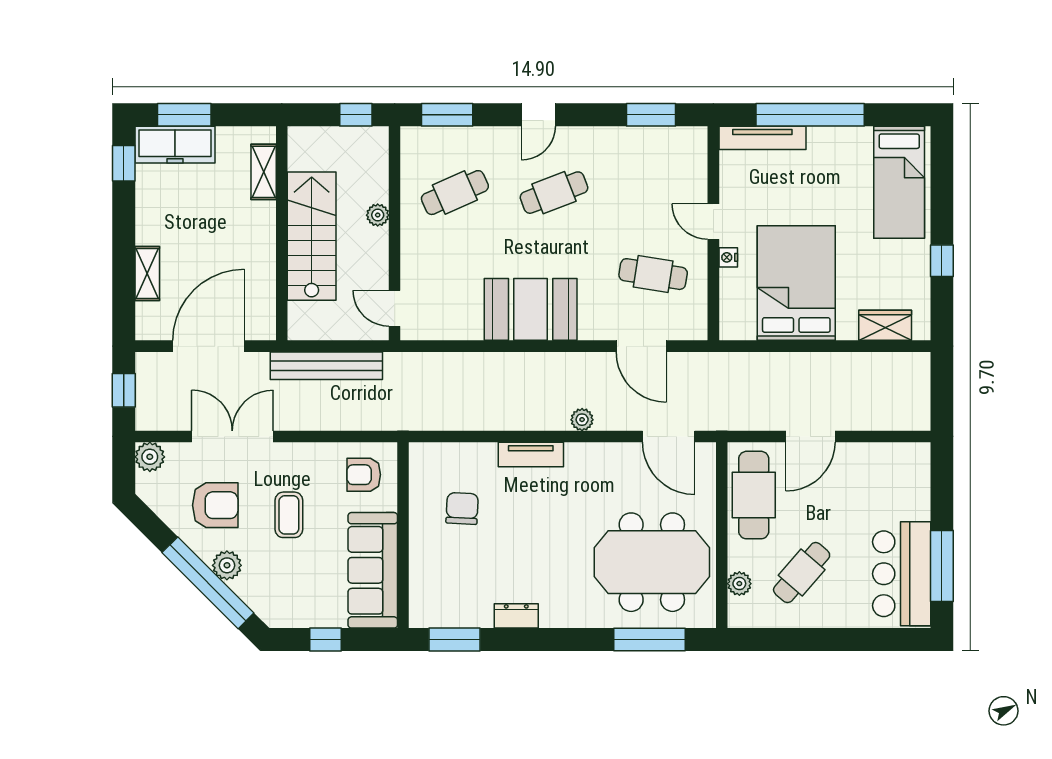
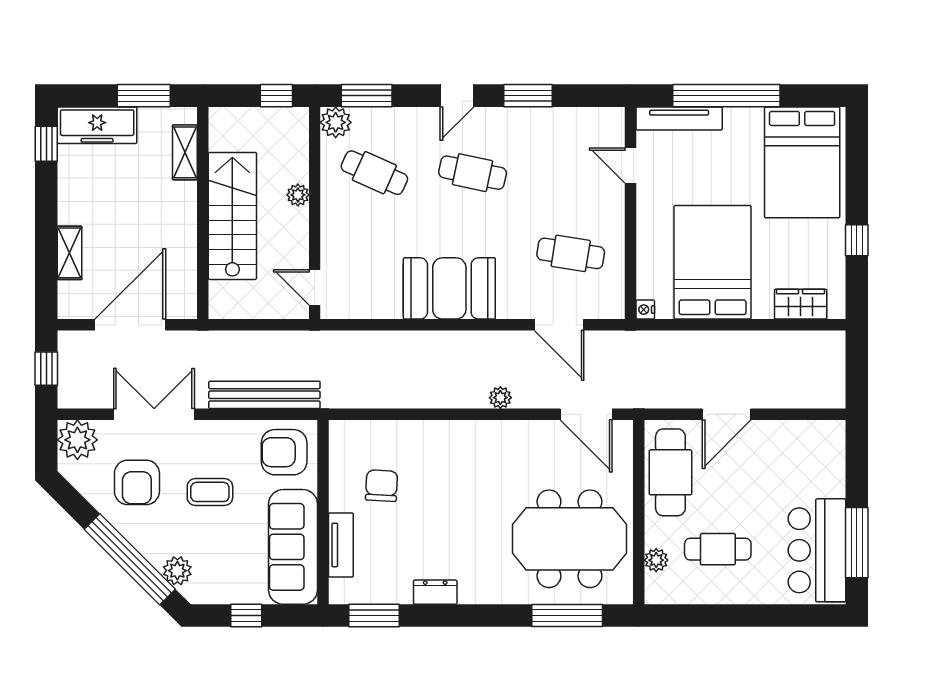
window: (184, 115) -> (144, 96), moved
window: (651, 115) -> (528, 96), moved
plant: (416, 142) -> (336, 122), added
bed: (899, 182) -> (802, 162), width x1.50
cafe table: (455, 193) -> (374, 173), turned 48
cafe table: (554, 193) -> (473, 173), turned 33
door: (713, 222) -> (630, 165), moved
nightstand: (728, 257) -> (645, 310), moved
bench: (326, 366) -> (264, 395), moved
tv unit: (531, 454) -> (341, 545), moved, turned -90
plant: (150, 457) -> (77, 440), width x1.36, depth x1.36
armchair: (364, 475) -> (284, 452), width x1.38, depth x1.38
armchair: (215, 505) -> (137, 482), turned 90
coffee table: (289, 515) -> (210, 492), turned 90
plant: (227, 565) -> (177, 571), moved
cafe table: (802, 573) -> (718, 549), turned 49

